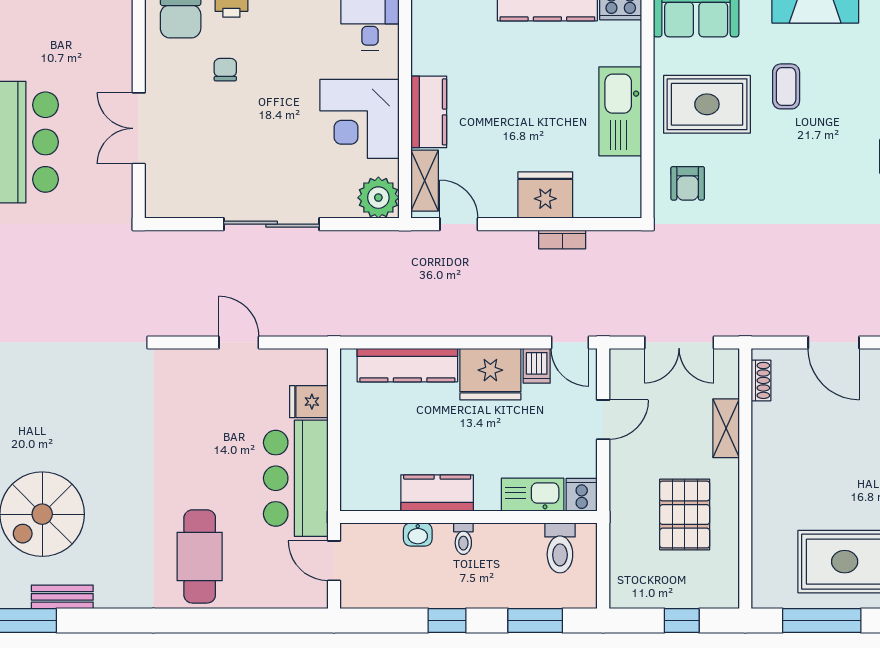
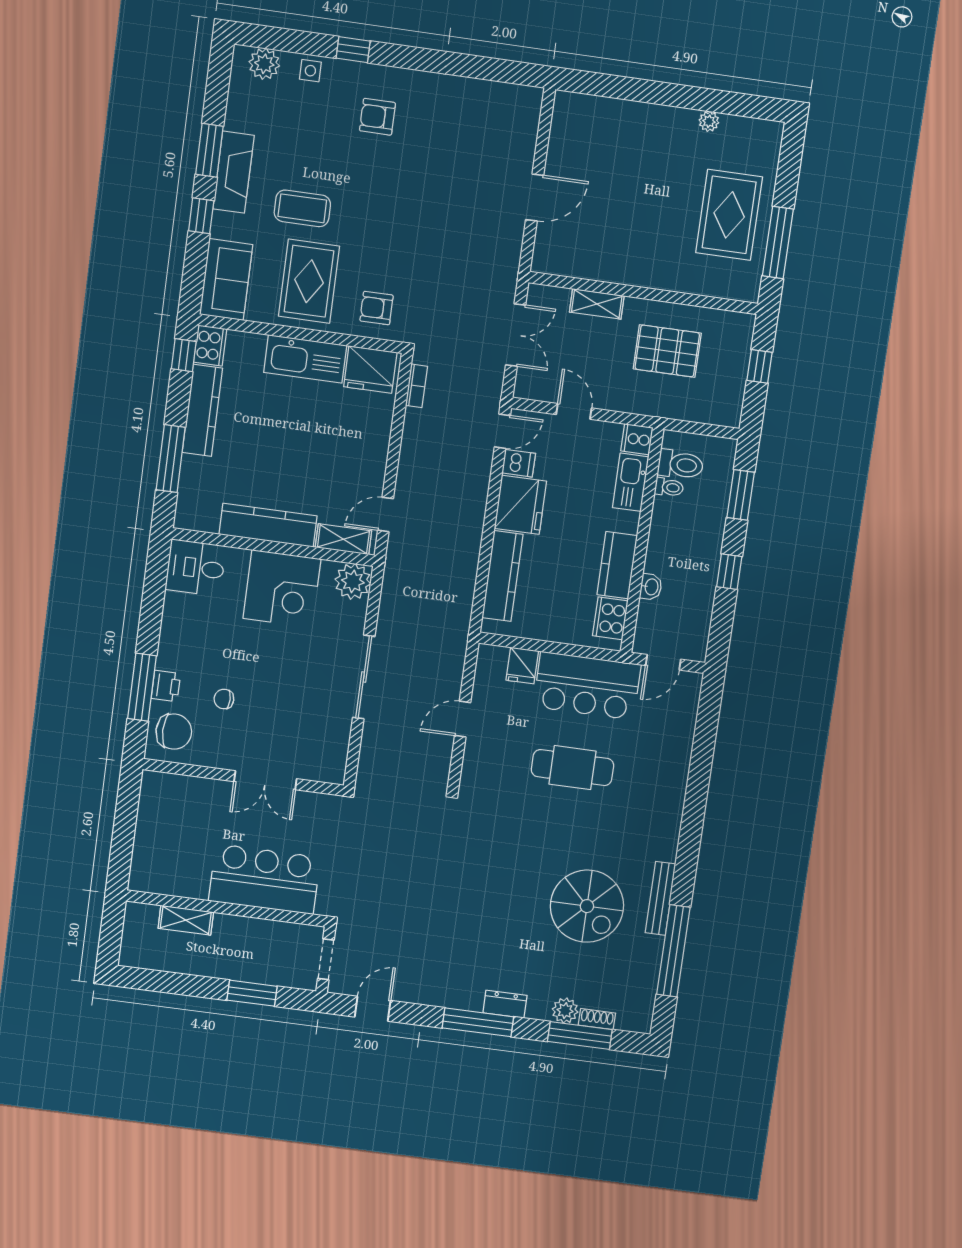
coffee table: (786, 86) -> (302, 208), width x1.36, depth x1.30
kitchen counter: (429, 112) -> (268, 525), width x1.50
armchair: (688, 183) -> (377, 308), turned 180
fridge: (545, 195) -> (370, 370), moved, turned -90
bookcase: (562, 239) -> (416, 386), moved
shoe rack: (761, 380) -> (559, 267), removed
cooker: (376, 494) -> (610, 618), added
toilet: (463, 539) -> (669, 487), moved
cafe table: (200, 556) -> (572, 768), moved
bench: (62, 597) -> (660, 898), width x1.36

